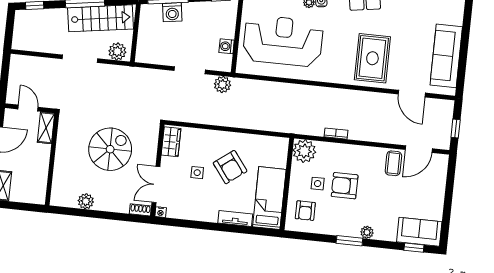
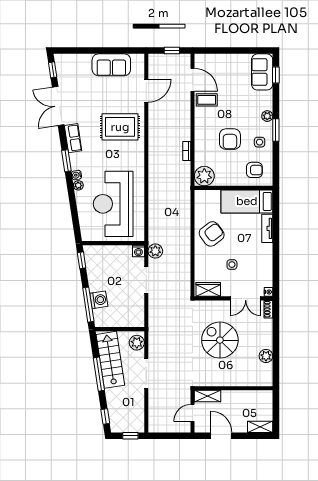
window: (9, 32) -> (130, 436), added
washing machine: (227, 46) -> (138, 251), moved
sofa: (446, 56) -> (111, 65), width x0.73
armchair: (230, 167) -> (212, 234), moved
side table: (318, 184) -> (260, 142), moved

